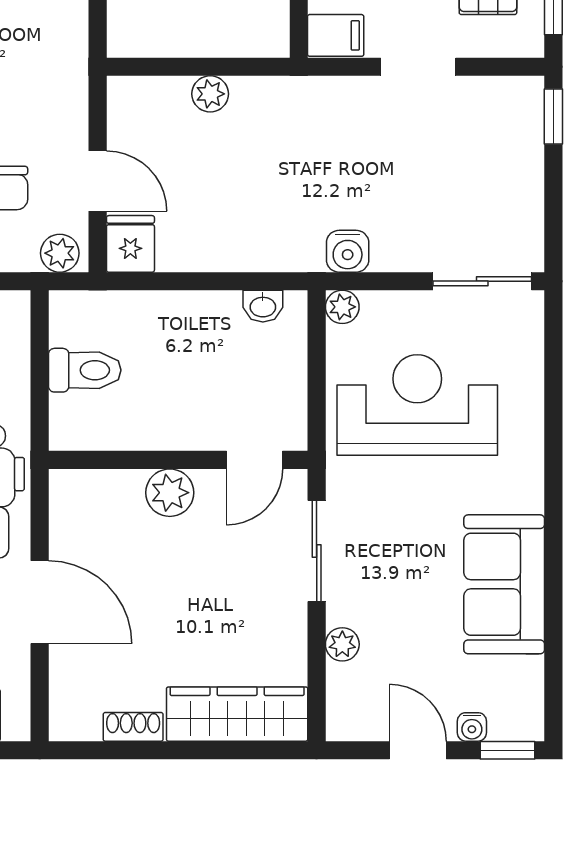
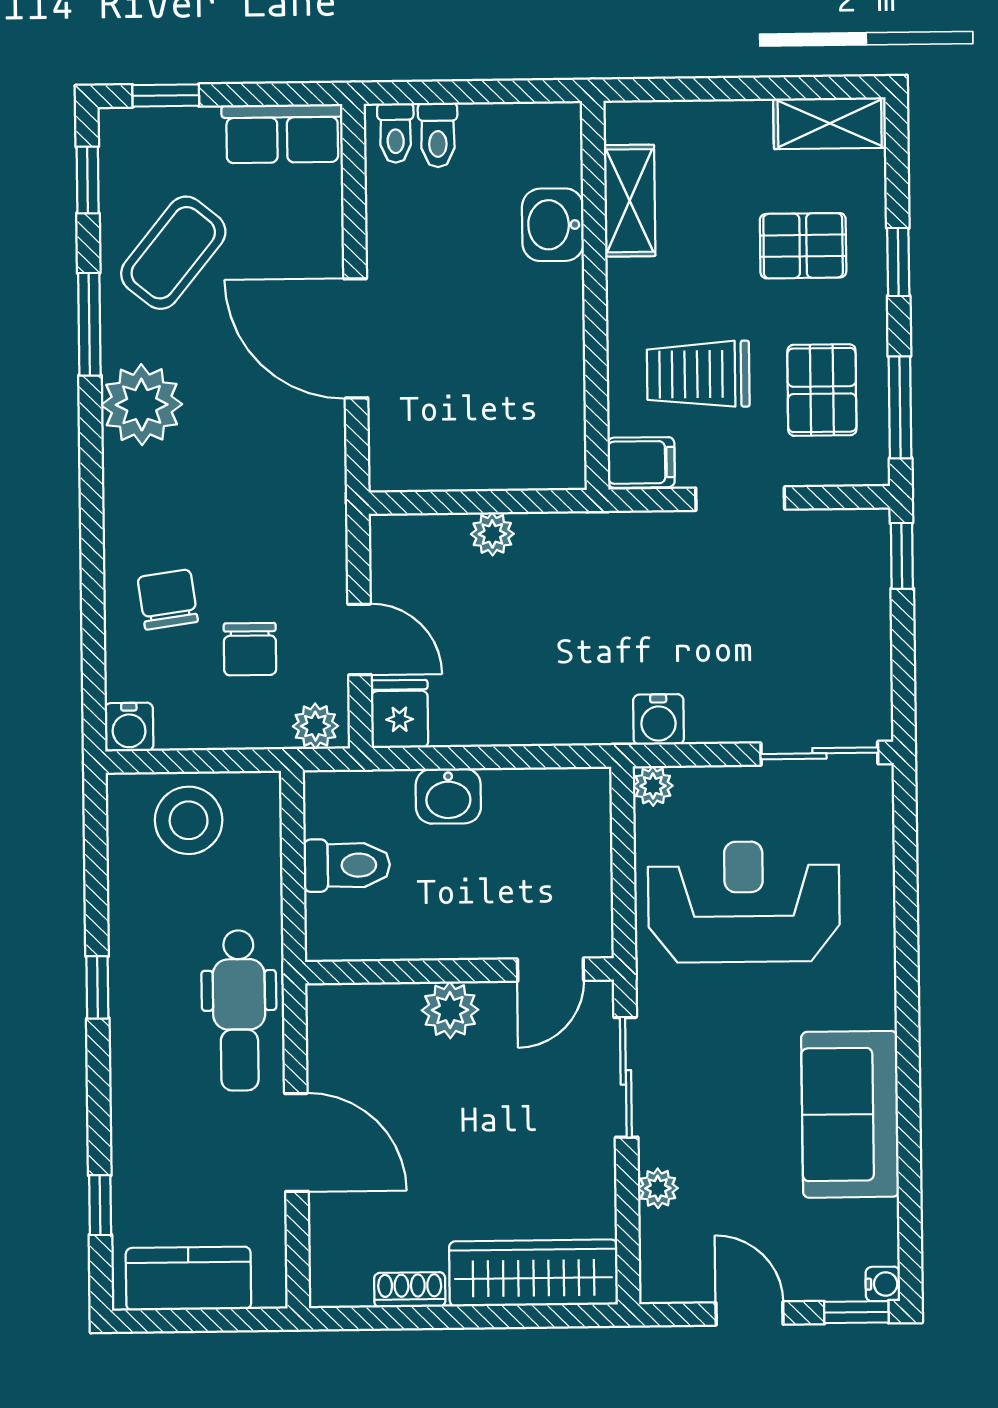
washbasin: (263, 306) -> (448, 796), moved, width x1.38, depth x1.45
water cooler: (472, 727) -> (883, 1284), moved, turned -90

